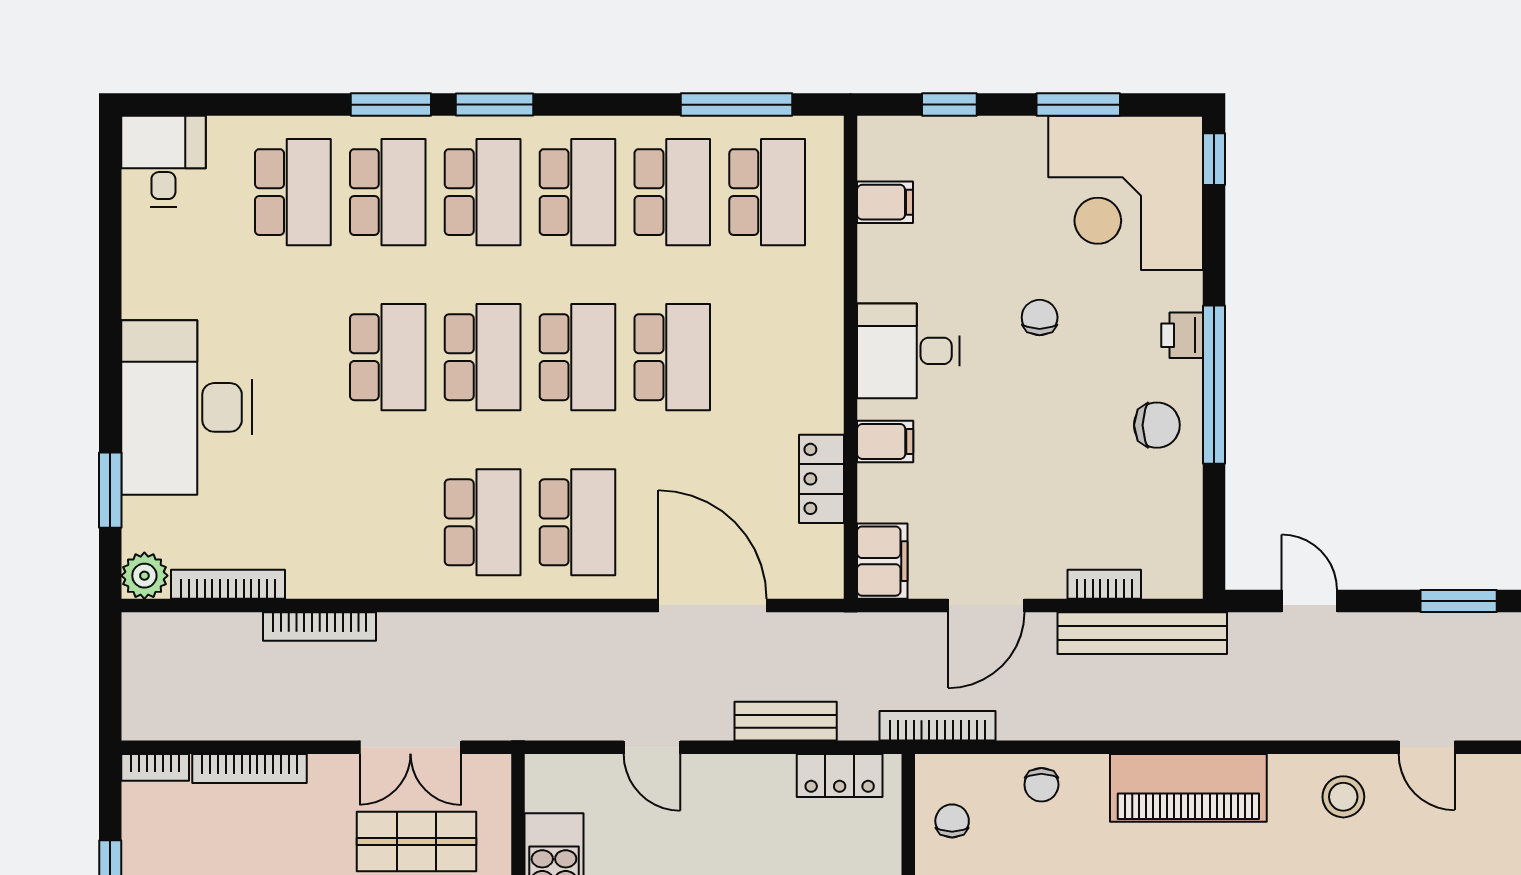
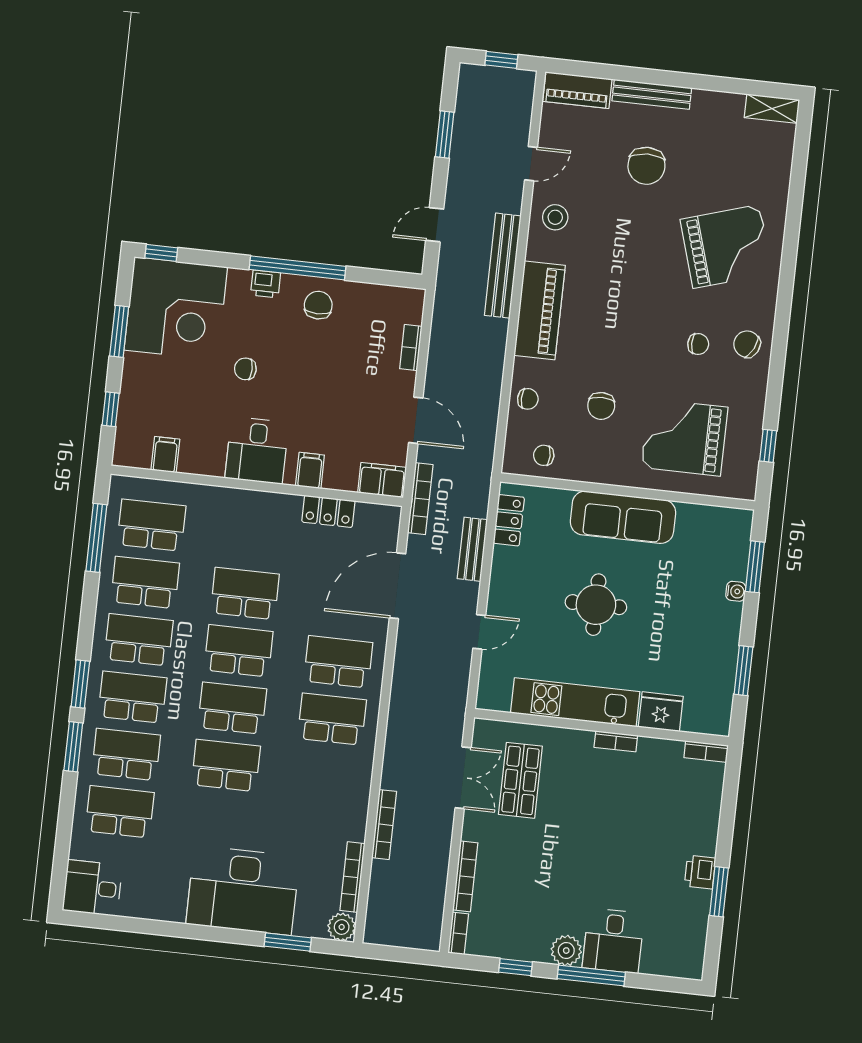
bench: (1142, 633) -> (503, 266), moved
bookcase: (937, 726) -> (420, 499), moved, turned 180

